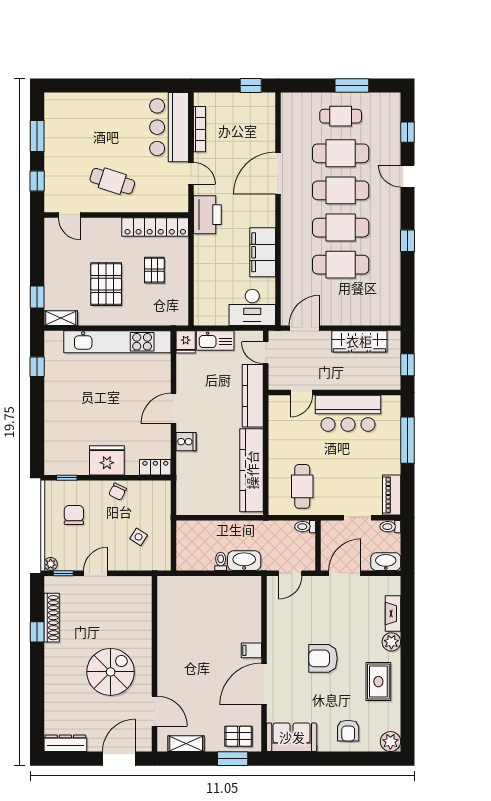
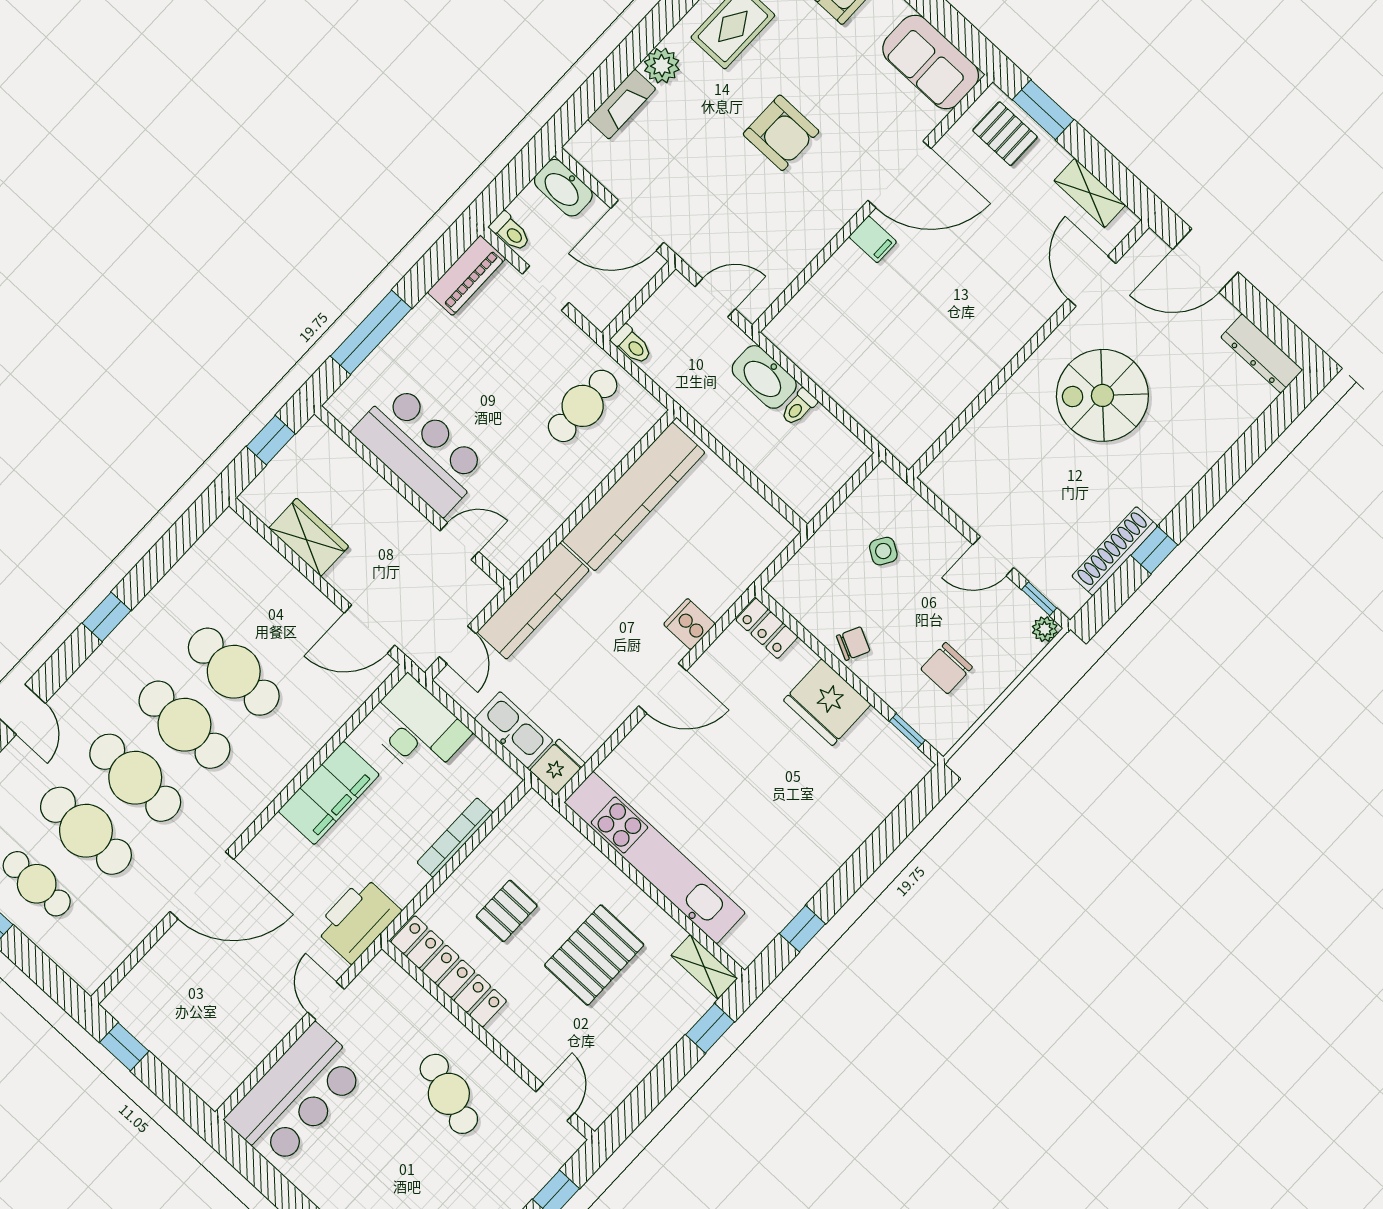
bookcase: (199, 129) -> (455, 838), moved
wardrobe: (359, 341) -> (309, 537), width x0.67

